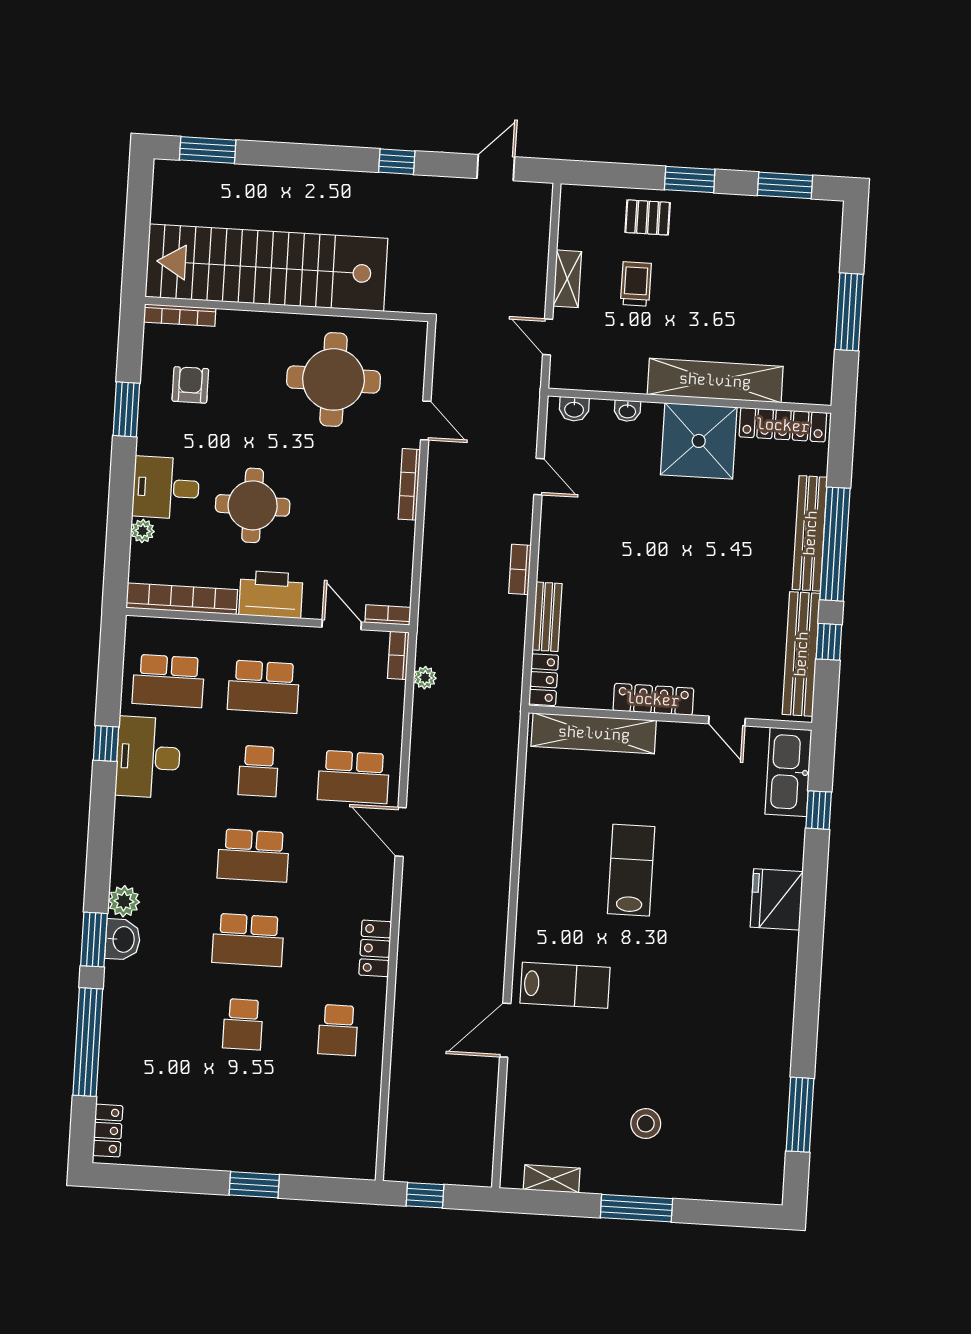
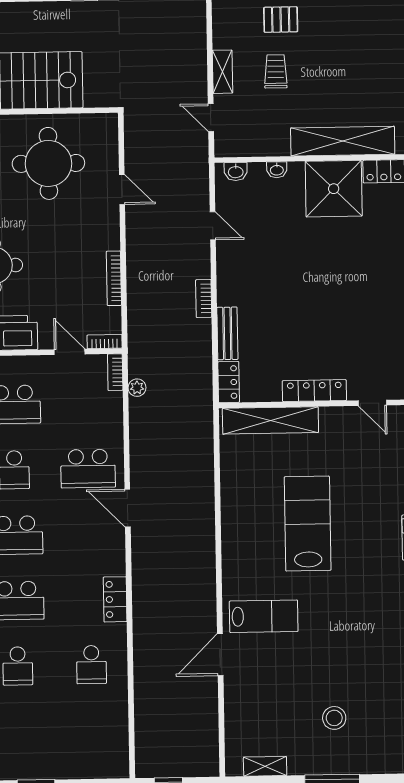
bookcase: (409, 484) -> (114, 278), moved
lab bench: (631, 870) -> (308, 524), width x1.36, depth x1.39

